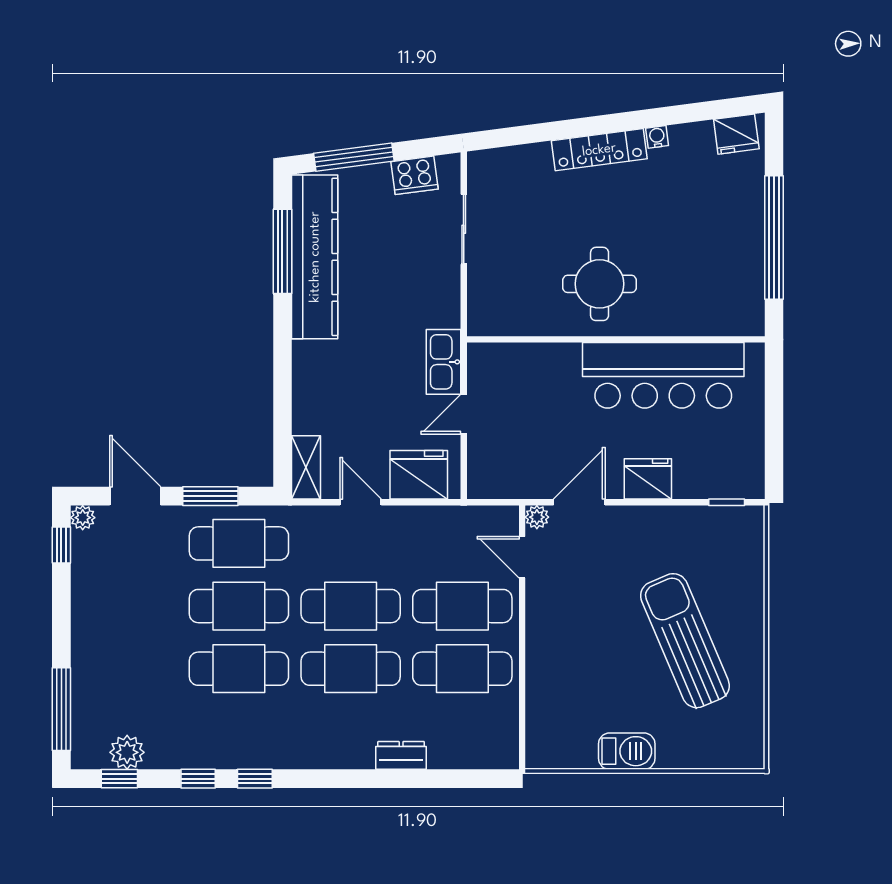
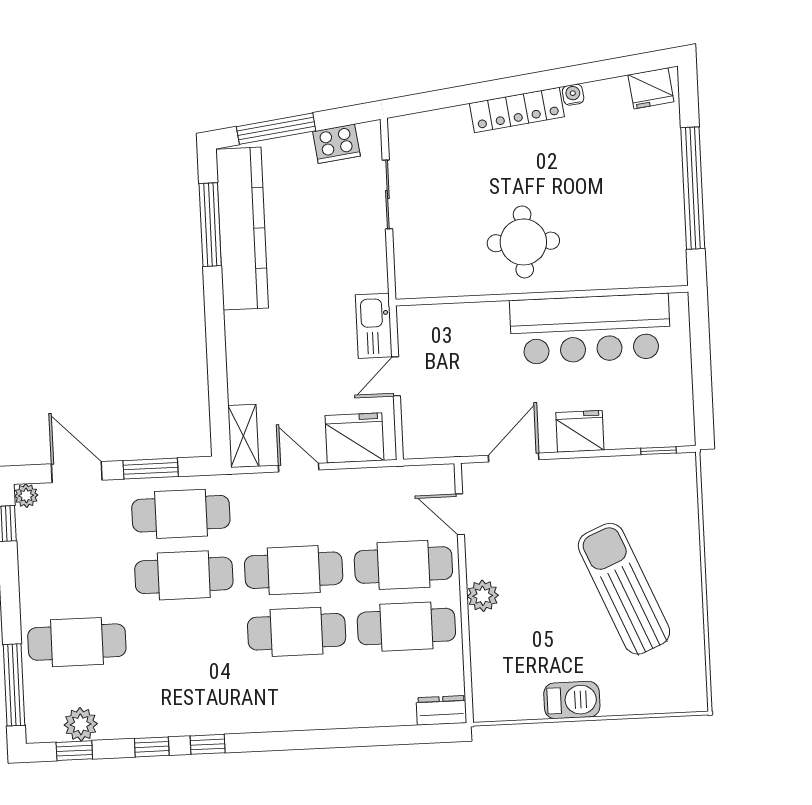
plant: (537, 517) -> (483, 596), moved, width x1.38, depth x1.38
cafe table: (239, 669) -> (77, 642), moved
dresser: (401, 755) -> (441, 710), moved

